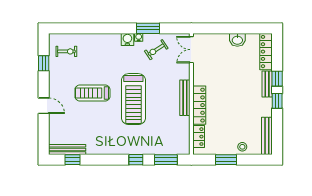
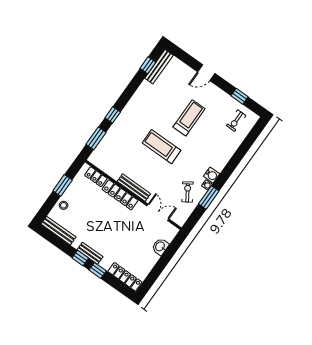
washbasin: (237, 40) -> (160, 247), moved
double door: (191, 50) -> (158, 212), moved
bench: (267, 84) -> (90, 253), moved
treadmill: (133, 99) -> (162, 147), width x0.73, depth x0.73

